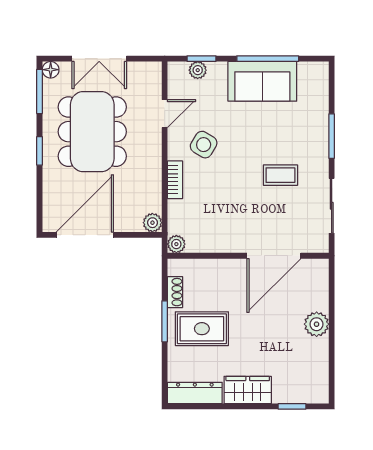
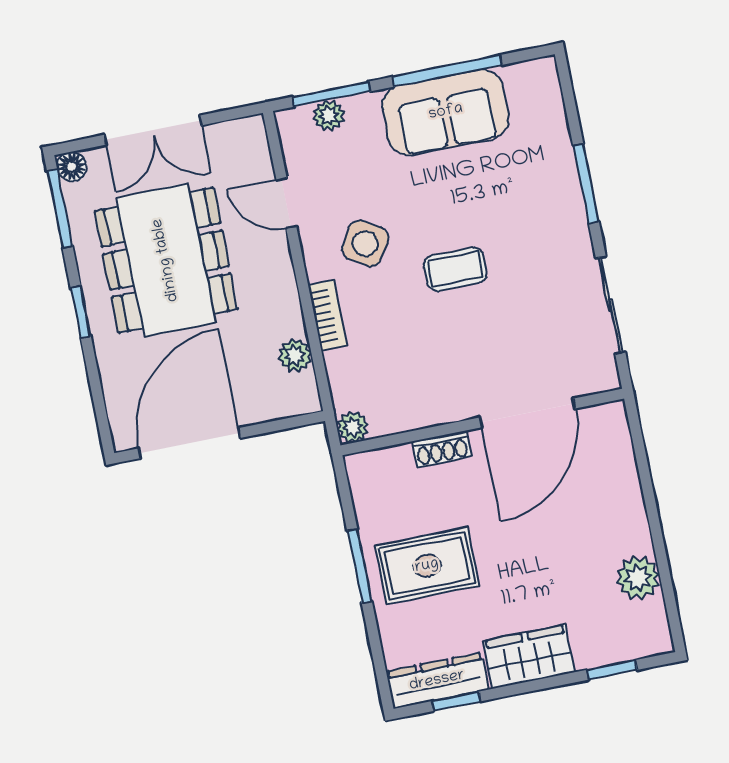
window: (201, 59) -> (331, 94), width x1.50
door: (165, 114) -> (286, 203), swing flipped
coffee table: (280, 175) -> (455, 269), moved
plant: (152, 223) -> (295, 355), moved
shoe rack: (175, 292) -> (442, 449), moved, turned 90
plant: (317, 324) -> (638, 578), moved
window: (203, 406) -> (456, 701), added

